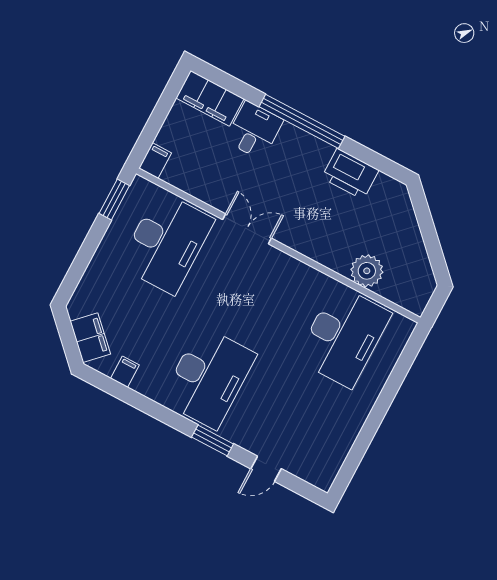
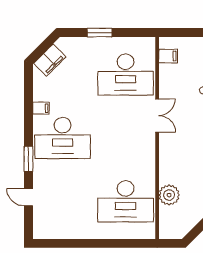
filing cabinet: (155, 161) -> (168, 56), moved
window: (114, 199) -> (100, 33), moved
filing cabinet: (125, 372) -> (41, 108), moved

